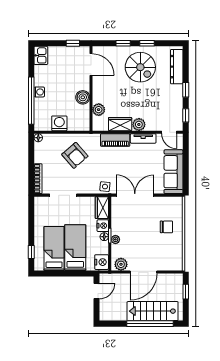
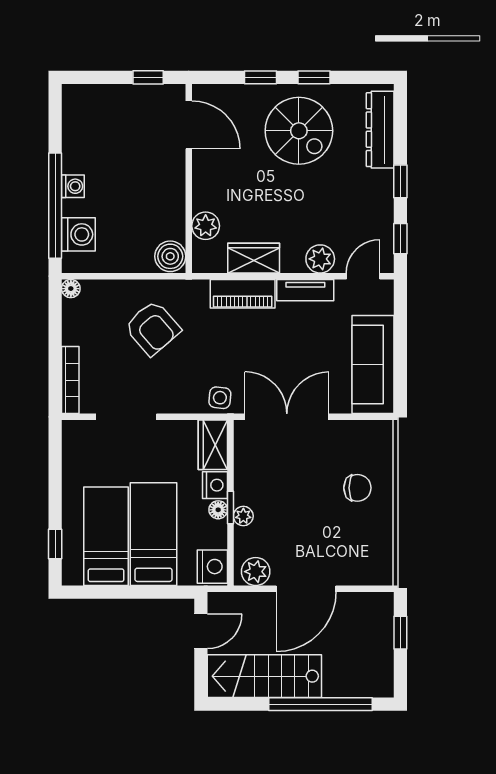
kitchen sink: (41, 55) -> (77, 105), removed
boiler: (83, 97) -> (170, 256), moved
washing machine: (59, 123) -> (78, 234), moved, turned 90
plant: (139, 124) -> (320, 259), moved
door: (169, 132) -> (363, 276), swing flipped
stairs: (153, 311) -> (264, 676), moved

